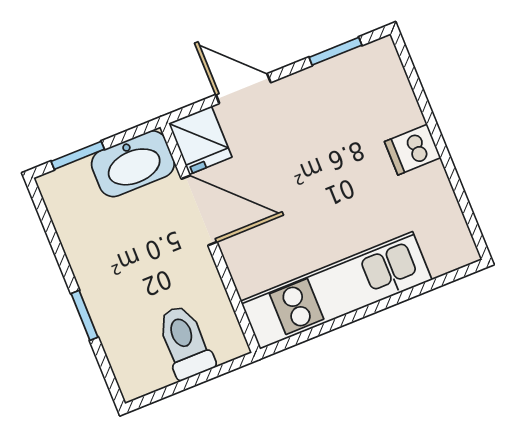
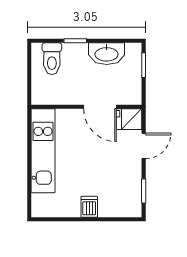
washbasin: (133, 164) -> (107, 54), moved, turned -90
door: (199, 210) -> (100, 107), hinge flipped
toilet: (185, 342) -> (52, 59), moved, turned 90

